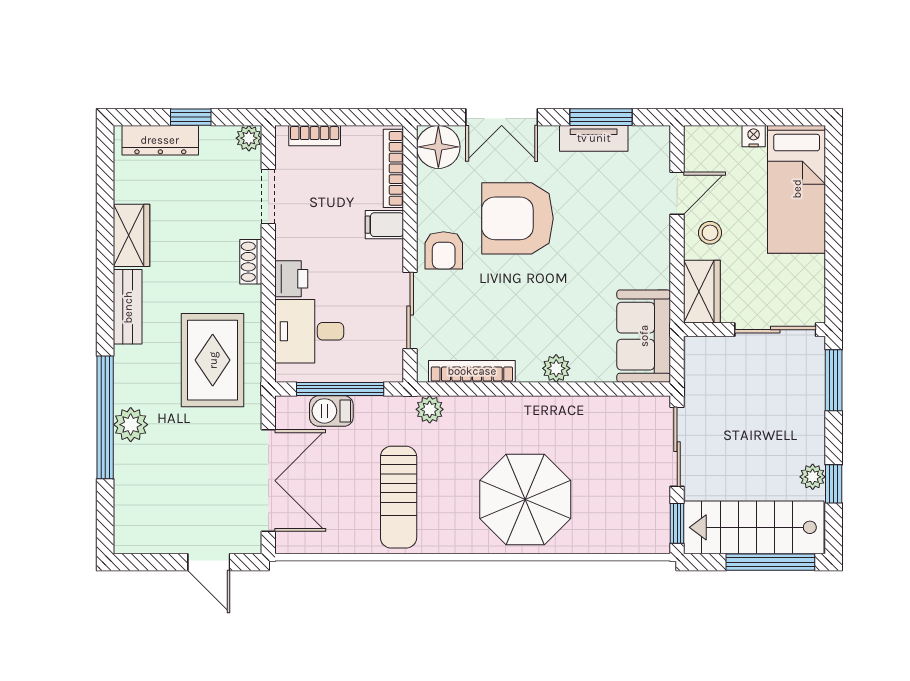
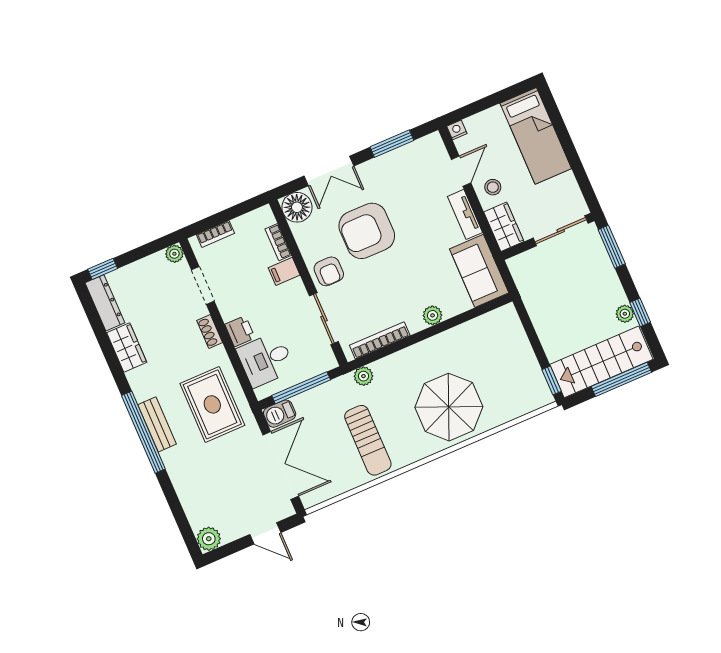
window: (191, 117) -> (103, 269), moved
nightstand: (754, 136) -> (457, 130), moved
tv unit: (594, 138) -> (465, 214), moved, turned 90
dresser: (160, 140) -> (105, 303), moved, turned -90
bookcase: (393, 168) -> (278, 242), width x0.64
bench: (128, 307) -> (157, 424), moved
barbecue: (331, 411) -> (280, 414), moved
window: (105, 417) -> (143, 432), moved
plant: (131, 425) -> (209, 539), moved
sliding door: (677, 447) -> (531, 332), removed

